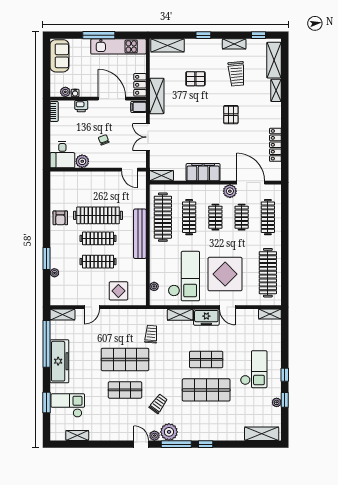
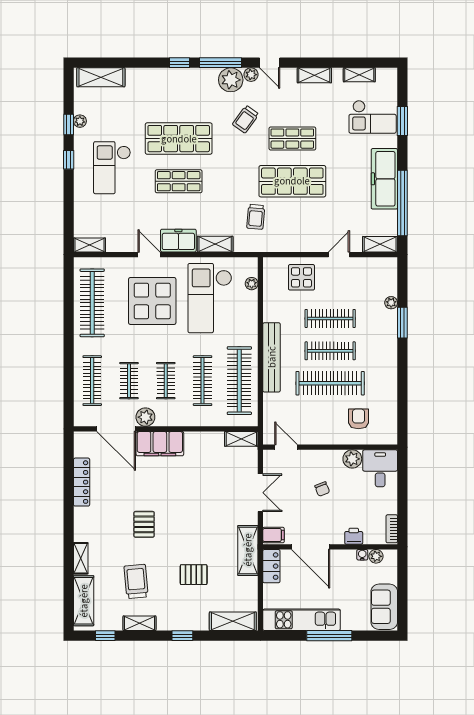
filing cabinet: (203, 172) -> (160, 444), moved
armchair: (60, 218) -> (358, 419), moved
shelving: (109, 435) -> (314, 75), added

